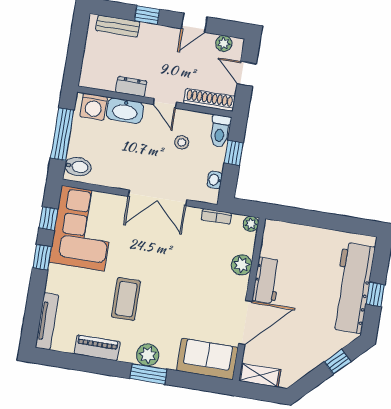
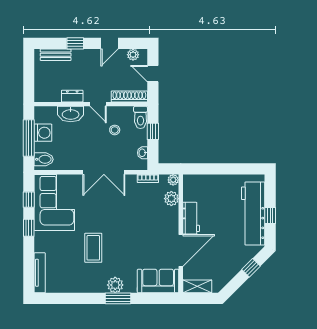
washing machine: (94, 107) -> (43, 133), moved, turned -90
plant: (241, 265) -> (171, 199), moved
piano: (97, 348) -> (78, 286), removed

